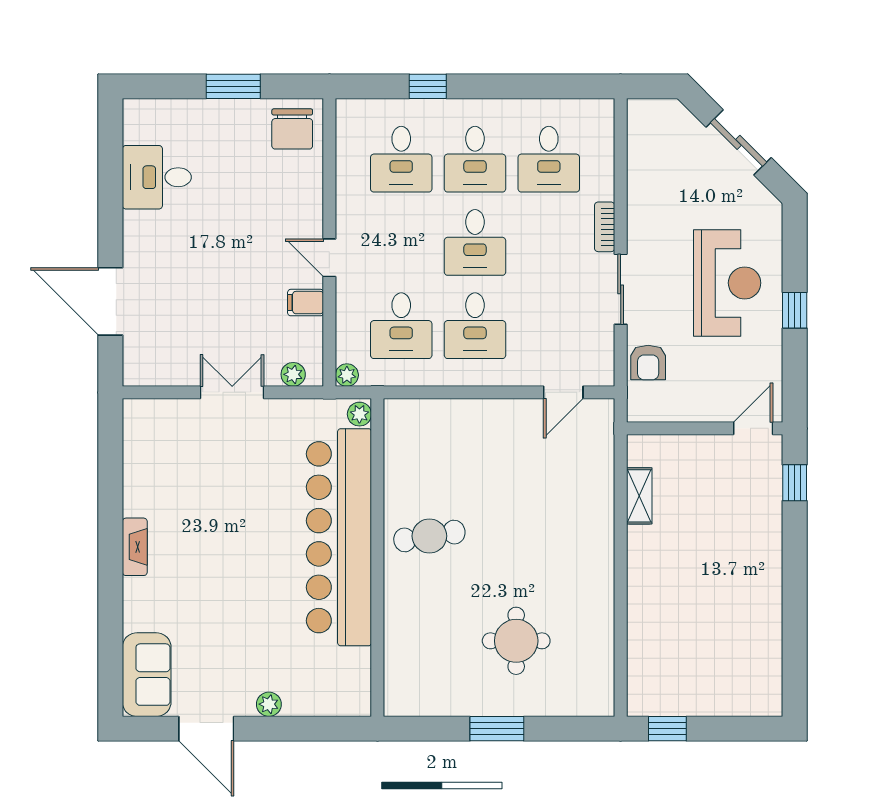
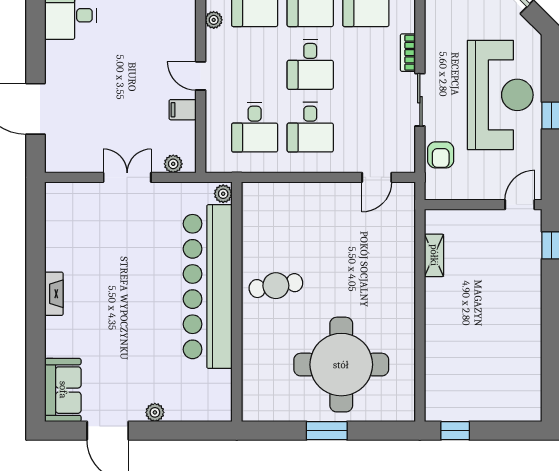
reception desk: (727, 283) -> (500, 95), width x1.36, depth x1.30
plant: (347, 375) -> (214, 20), moved
round table: (516, 641) -> (341, 365), width x1.86, depth x1.86

